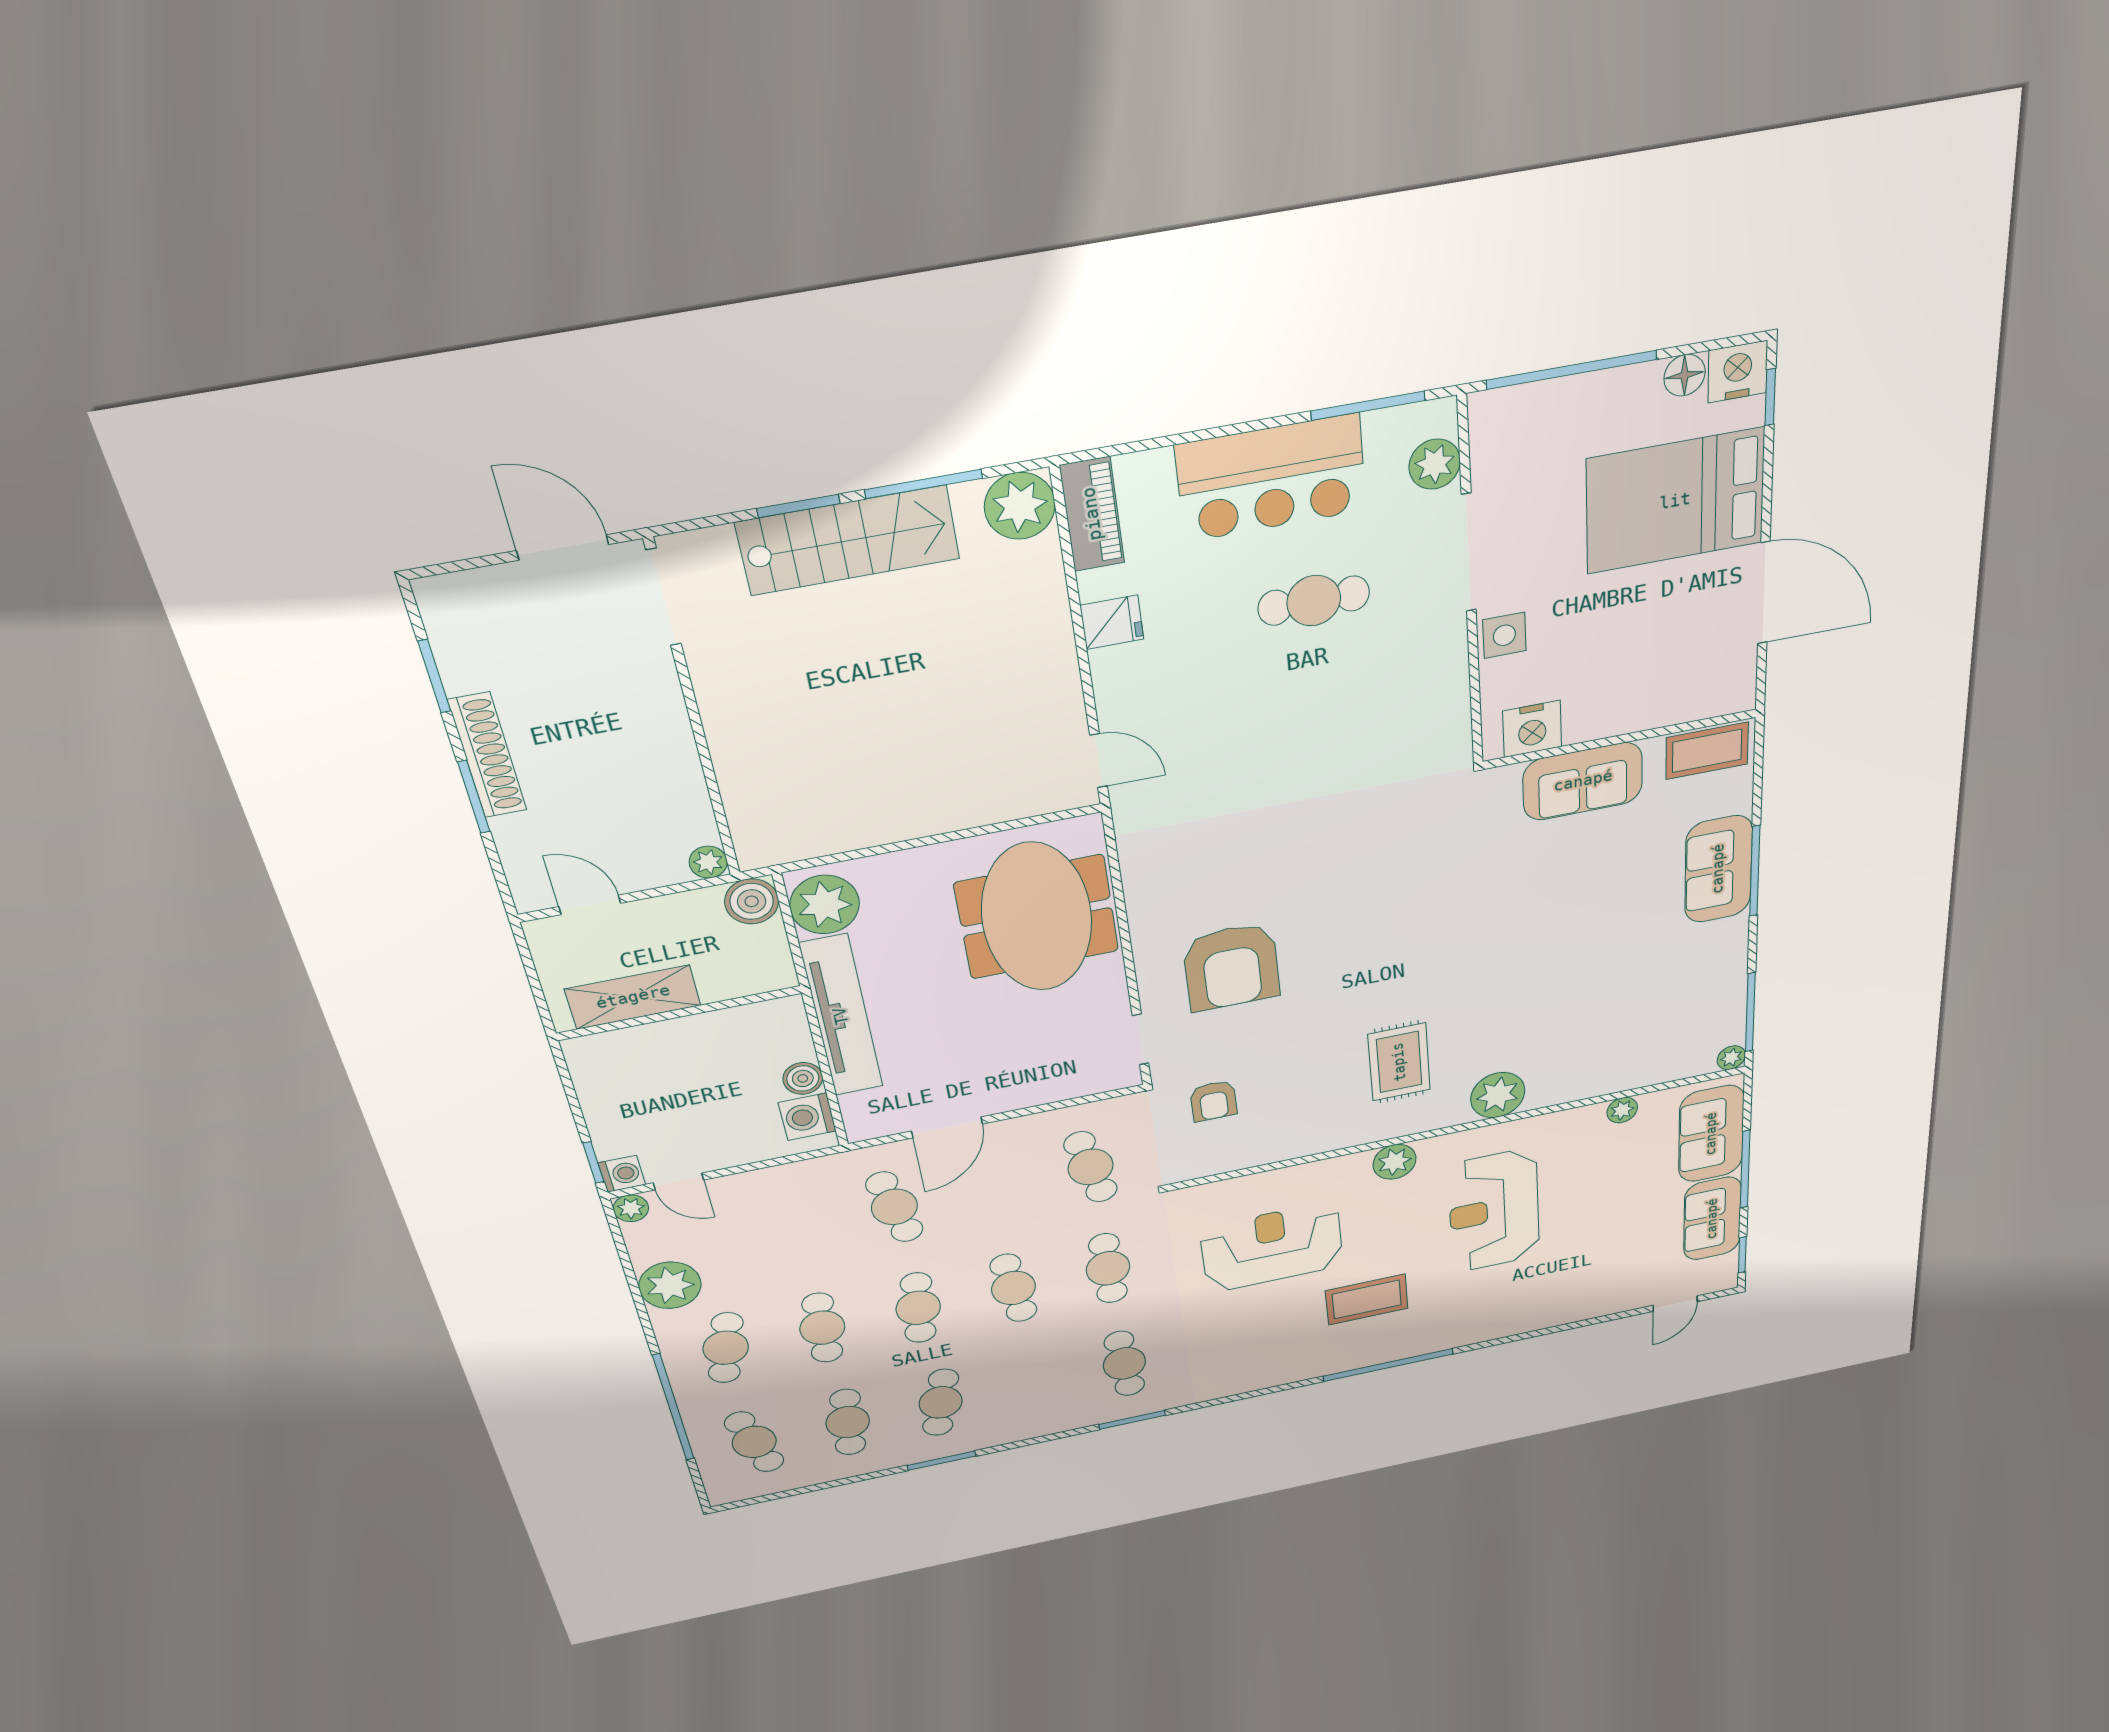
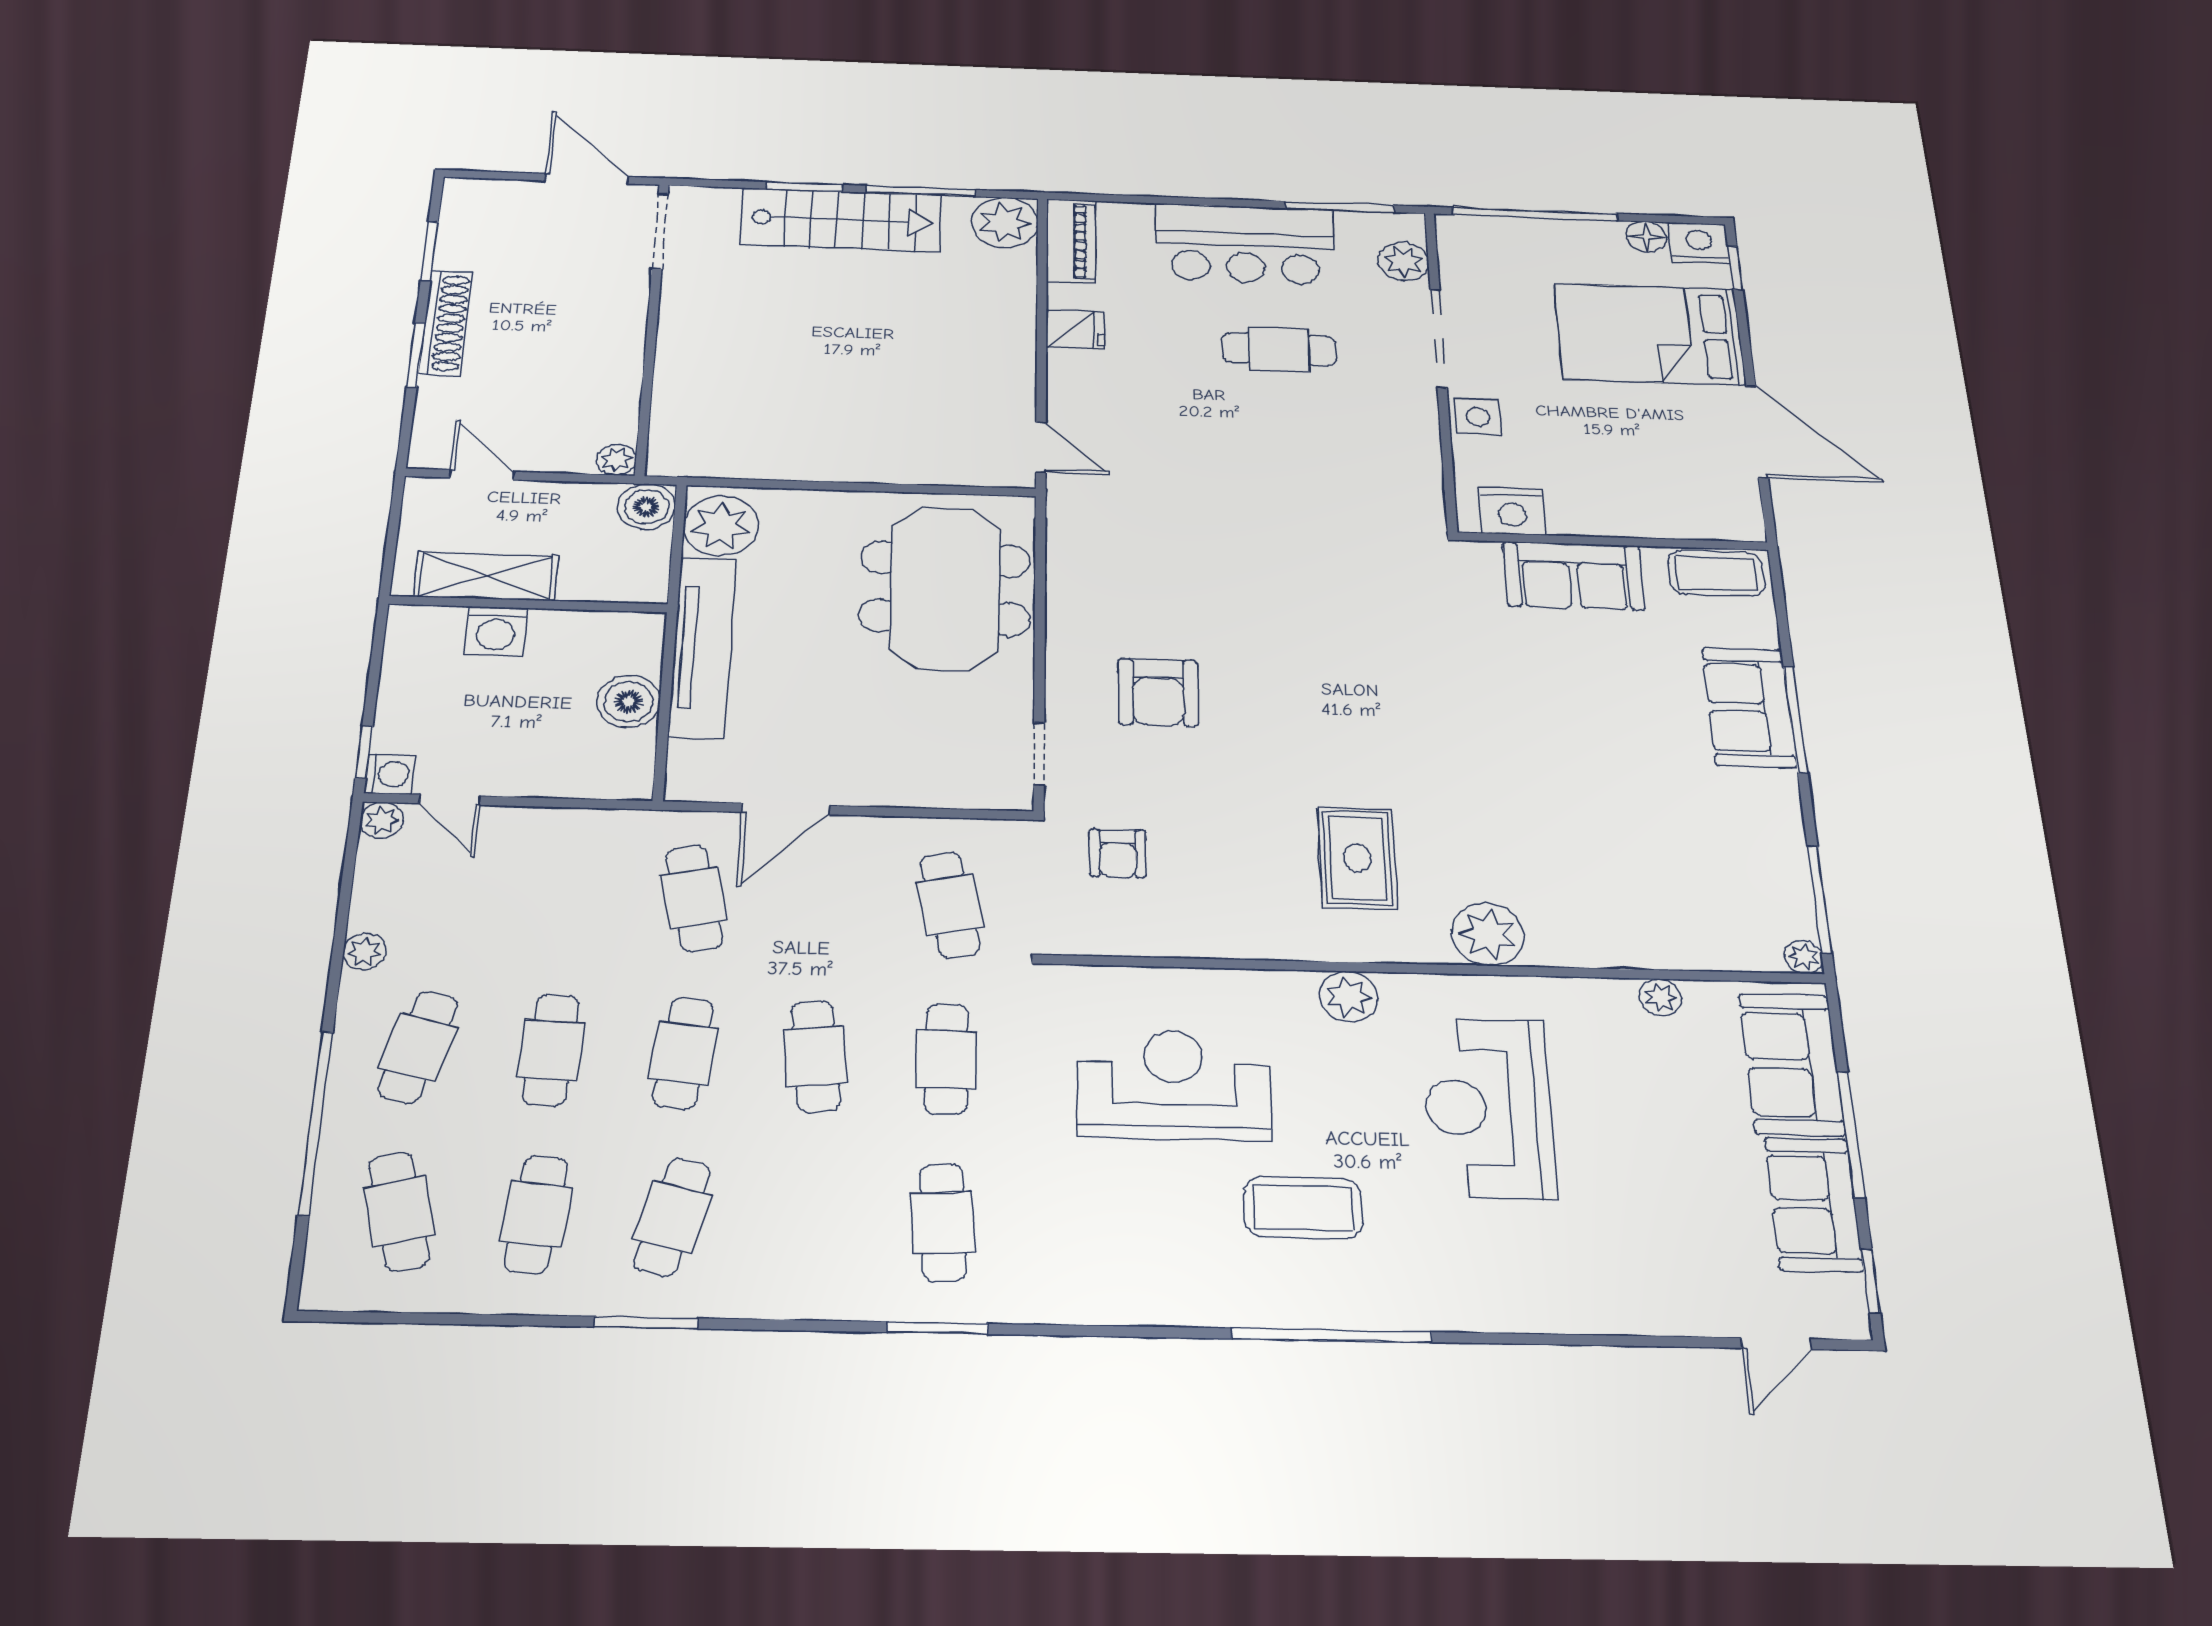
armchair: (1231, 967) -> (1158, 692), width x0.73, depth x0.73
boiler: (803, 1078) -> (628, 702), width x1.36, depth x1.36
washing machine: (807, 1117) -> (496, 631), moved, turned -90
plant: (670, 1285) -> (364, 952), width x0.53, depth x0.53

